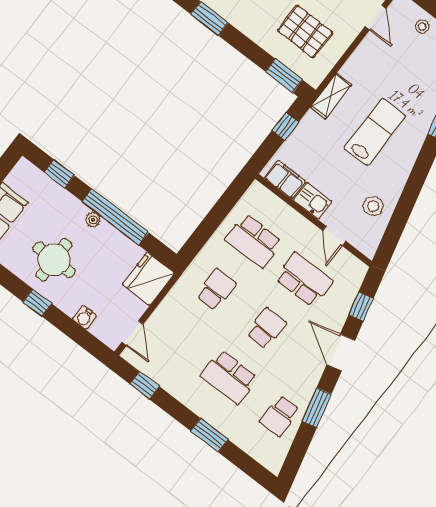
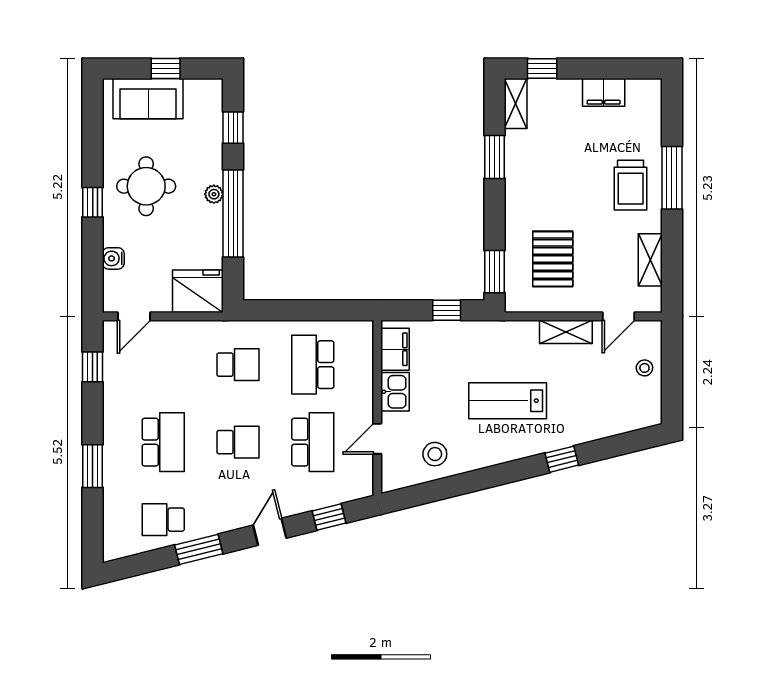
shelving: (331, 96) -> (566, 332), moved
lab bench: (375, 132) -> (508, 401), turned 180
door: (341, 353) -> (270, 532), width x0.73
school desk: (229, 377) -> (163, 442), turned 180

